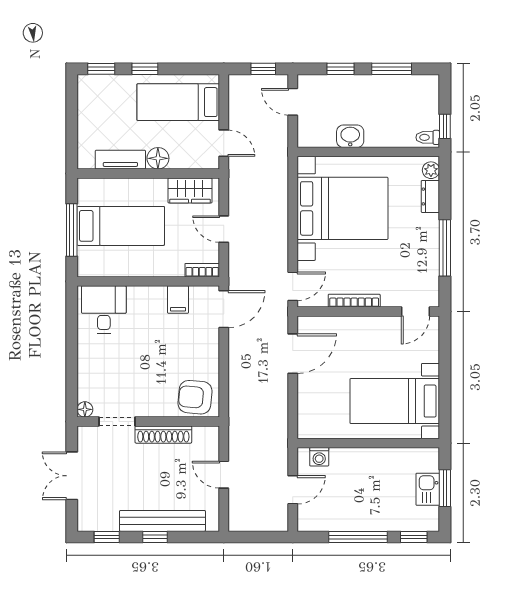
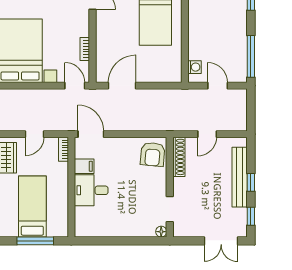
bookcase: (354, 301) -> (85, 49), width x0.64
desk: (104, 310) -> (91, 190), moved
door: (293, 354) -> (122, 86), hinge flipped
shoe rack: (163, 435) -> (179, 157), moved
double door: (72, 476) -> (221, 241), moved
window: (358, 537) -> (251, 56), moved

